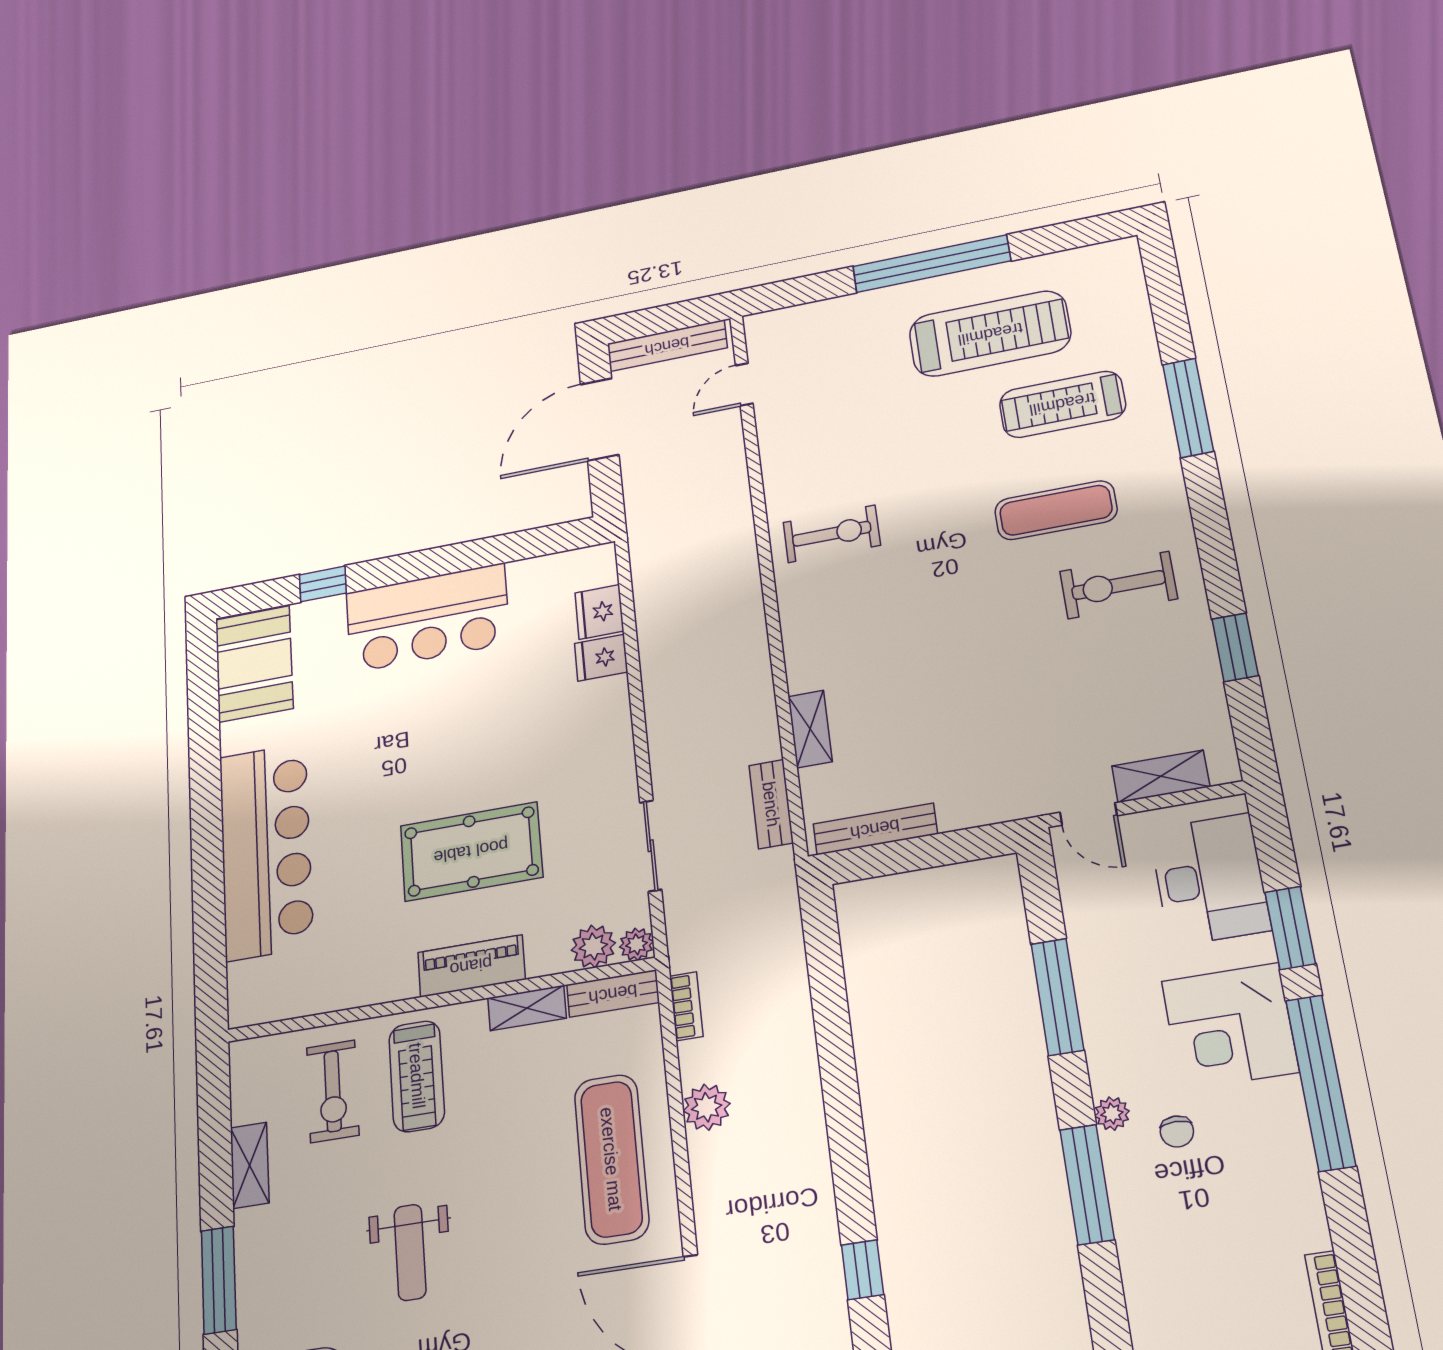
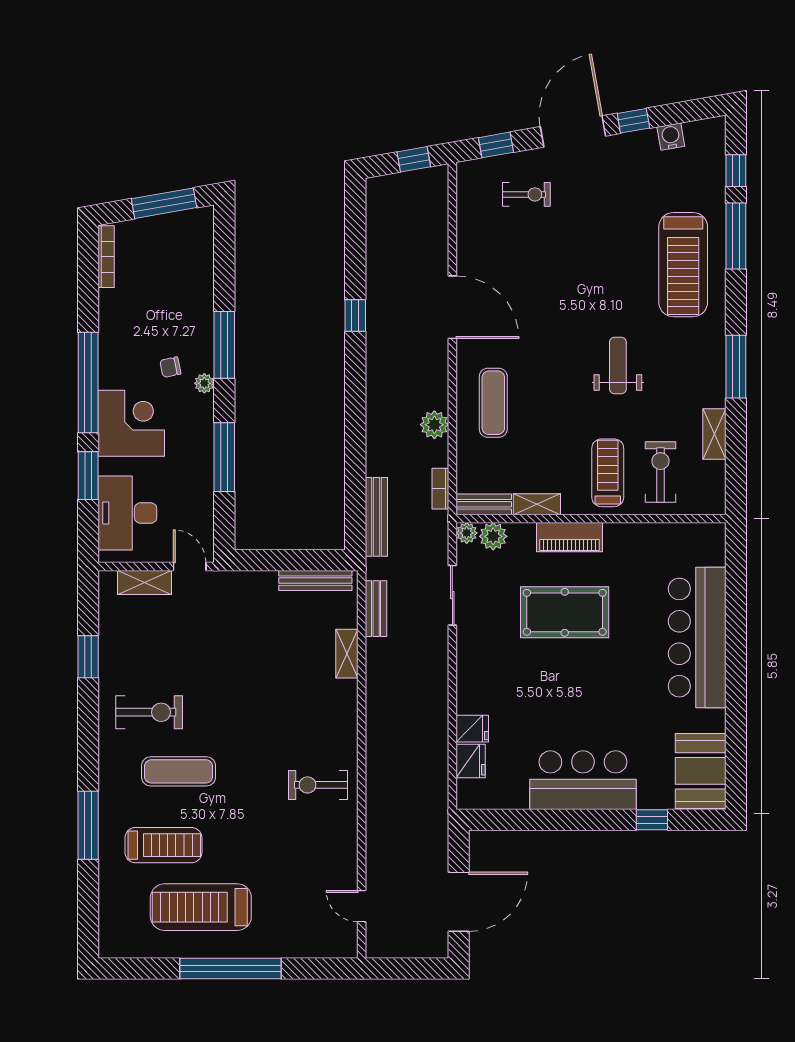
bench: (667, 346) -> (376, 517), moved, turned 90
door: (744, 384) -> (362, 906), swing flipped
chair: (1177, 1131) -> (170, 367), turned -102
exercise mat: (611, 1159) -> (493, 403), width x0.73, depth x0.69

